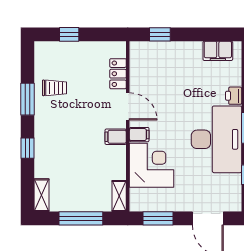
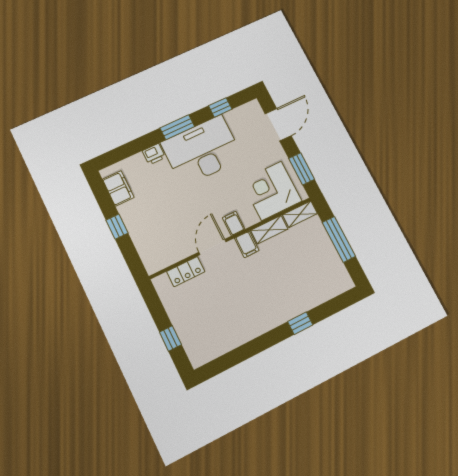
window: (160, 34) -> (117, 227), moved
trolley: (54, 88) -> (230, 326), removed
window: (27, 99) -> (254, 347), removed
corner desk: (152, 165) -> (271, 191), moved
shelving: (42, 195) -> (269, 230), moved

